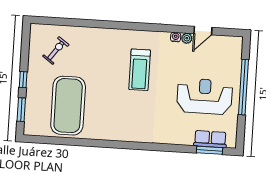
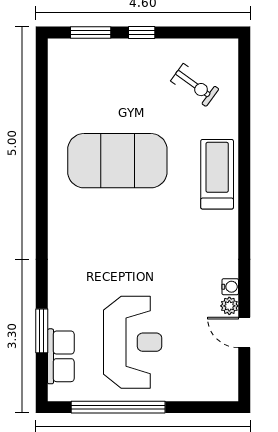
treadmill: (140, 70) -> (217, 174), moved, turned 90
window: (243, 87) -> (118, 407), moved
exercise mat: (68, 106) -> (117, 161), moved
window: (210, 150) -> (42, 331), moved

